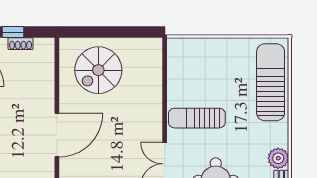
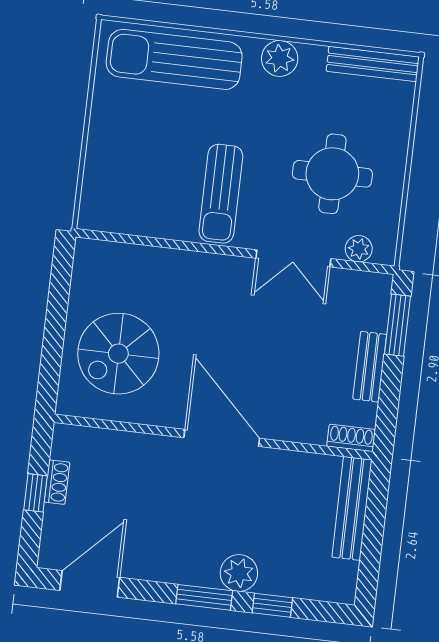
spiral stairs: (98, 70) -> (118, 354), turned 90
plant: (278, 158) -> (280, 58), moved

